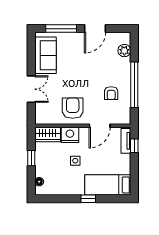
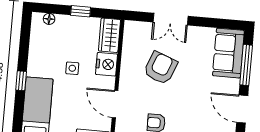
sofa: (45, 55) -> (228, 53), moved, turned 90
armchair: (73, 108) -> (160, 68), moved, turned -69

